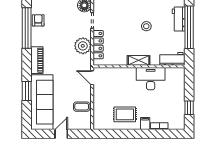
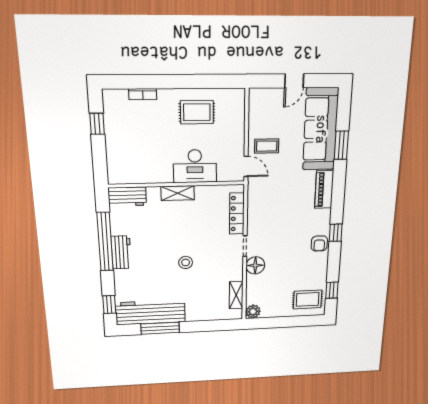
stool: (146, 26) -> (186, 262), moved
window: (27, 28) -> (336, 233), width x0.32
plant: (83, 46) -> (259, 211), removed
desk: (151, 79) -> (195, 166), moved
coffee table: (82, 107) -> (267, 146), moved
filing cabinet: (145, 124) -> (165, 98), removed

